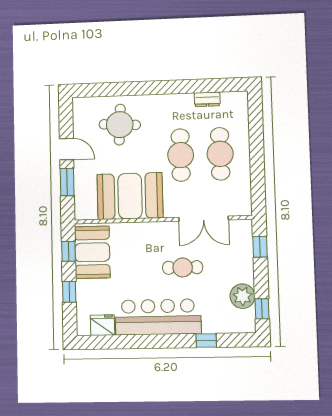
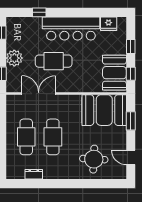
door: (67, 149) -> (131, 157), moved
booth: (130, 196) -> (104, 110), moved
cafe table: (183, 267) -> (54, 61), width x1.37, depth x1.35
plant: (242, 296) -> (14, 58), moved

